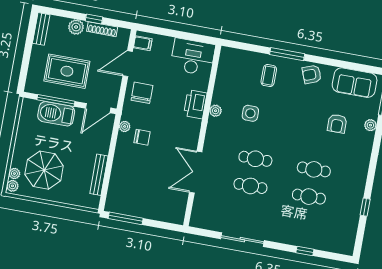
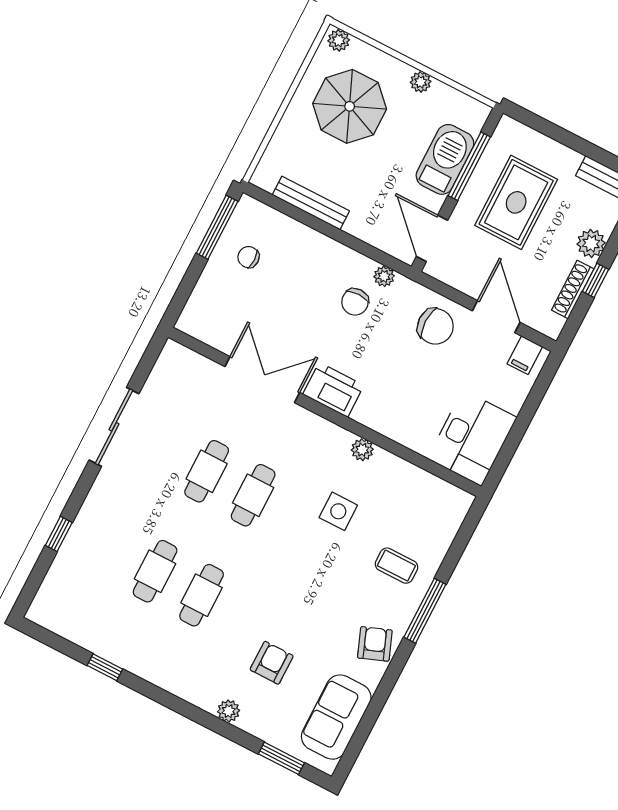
printer: (195, 104) -> (333, 390), moved
armchair: (337, 124) -> (272, 663), turned 90
plant: (370, 125) -> (229, 711), moved
plant: (14, 174) -> (421, 82), moved
chair: (136, 198) -> (248, 257), added

